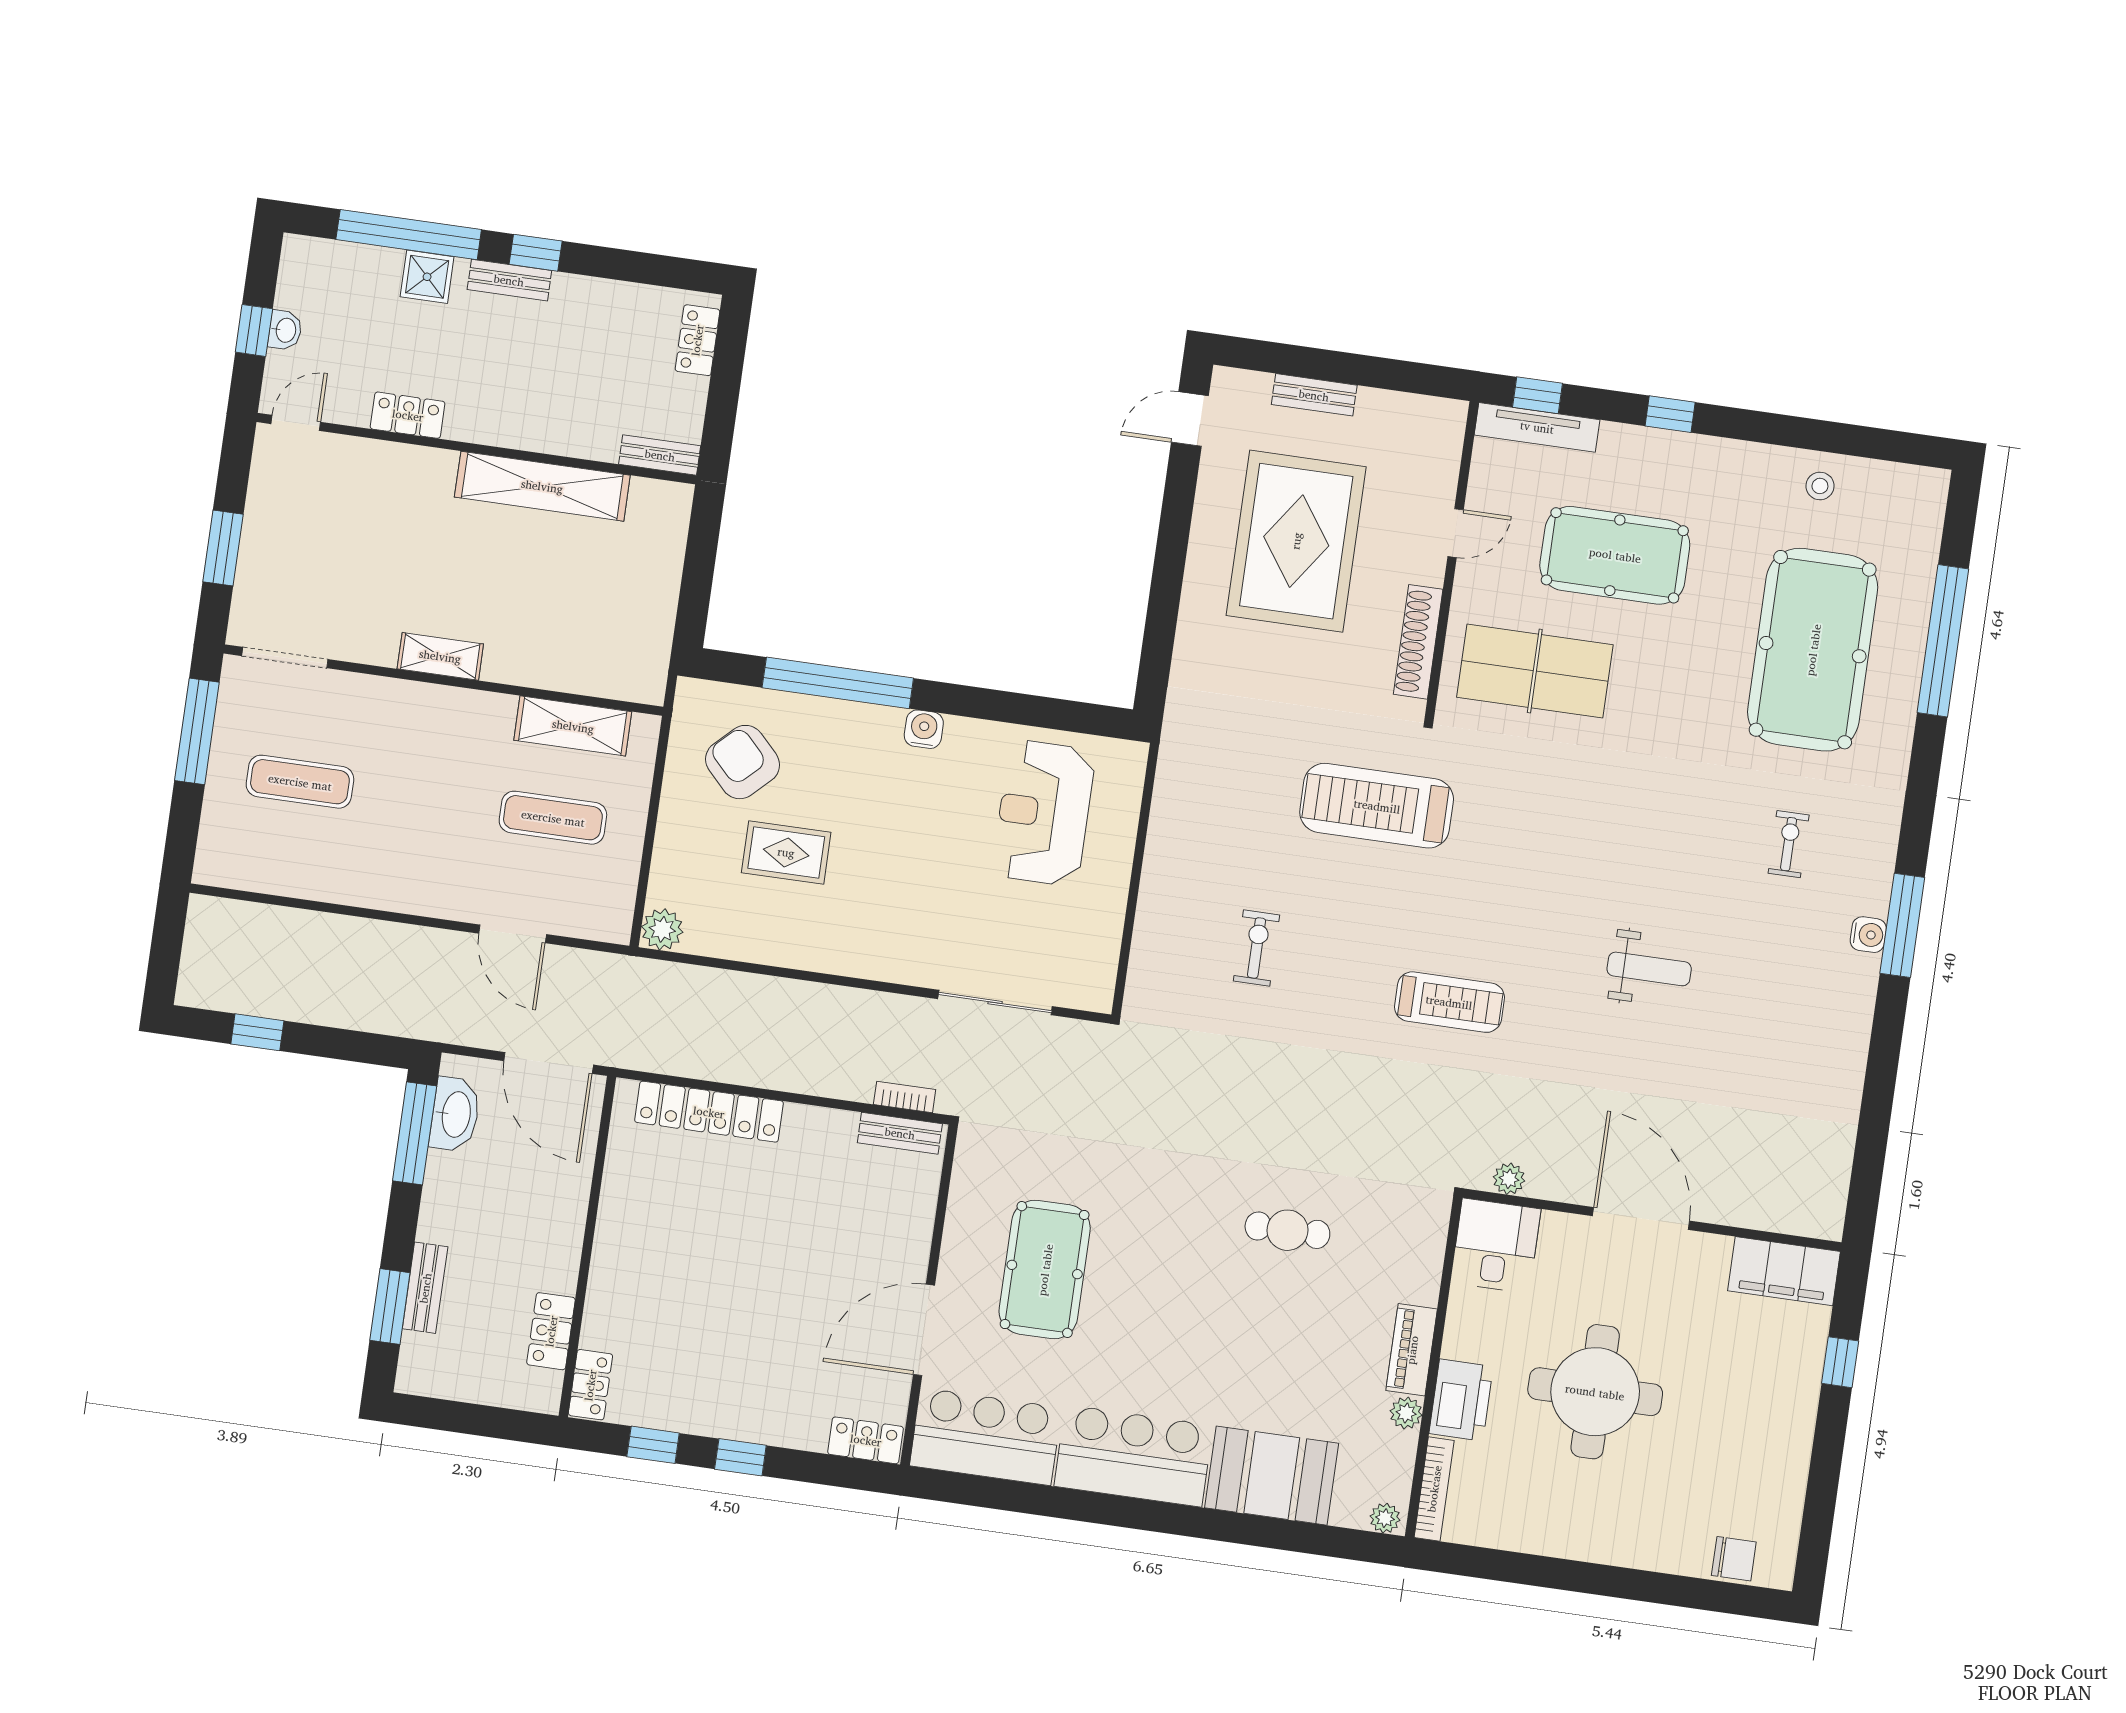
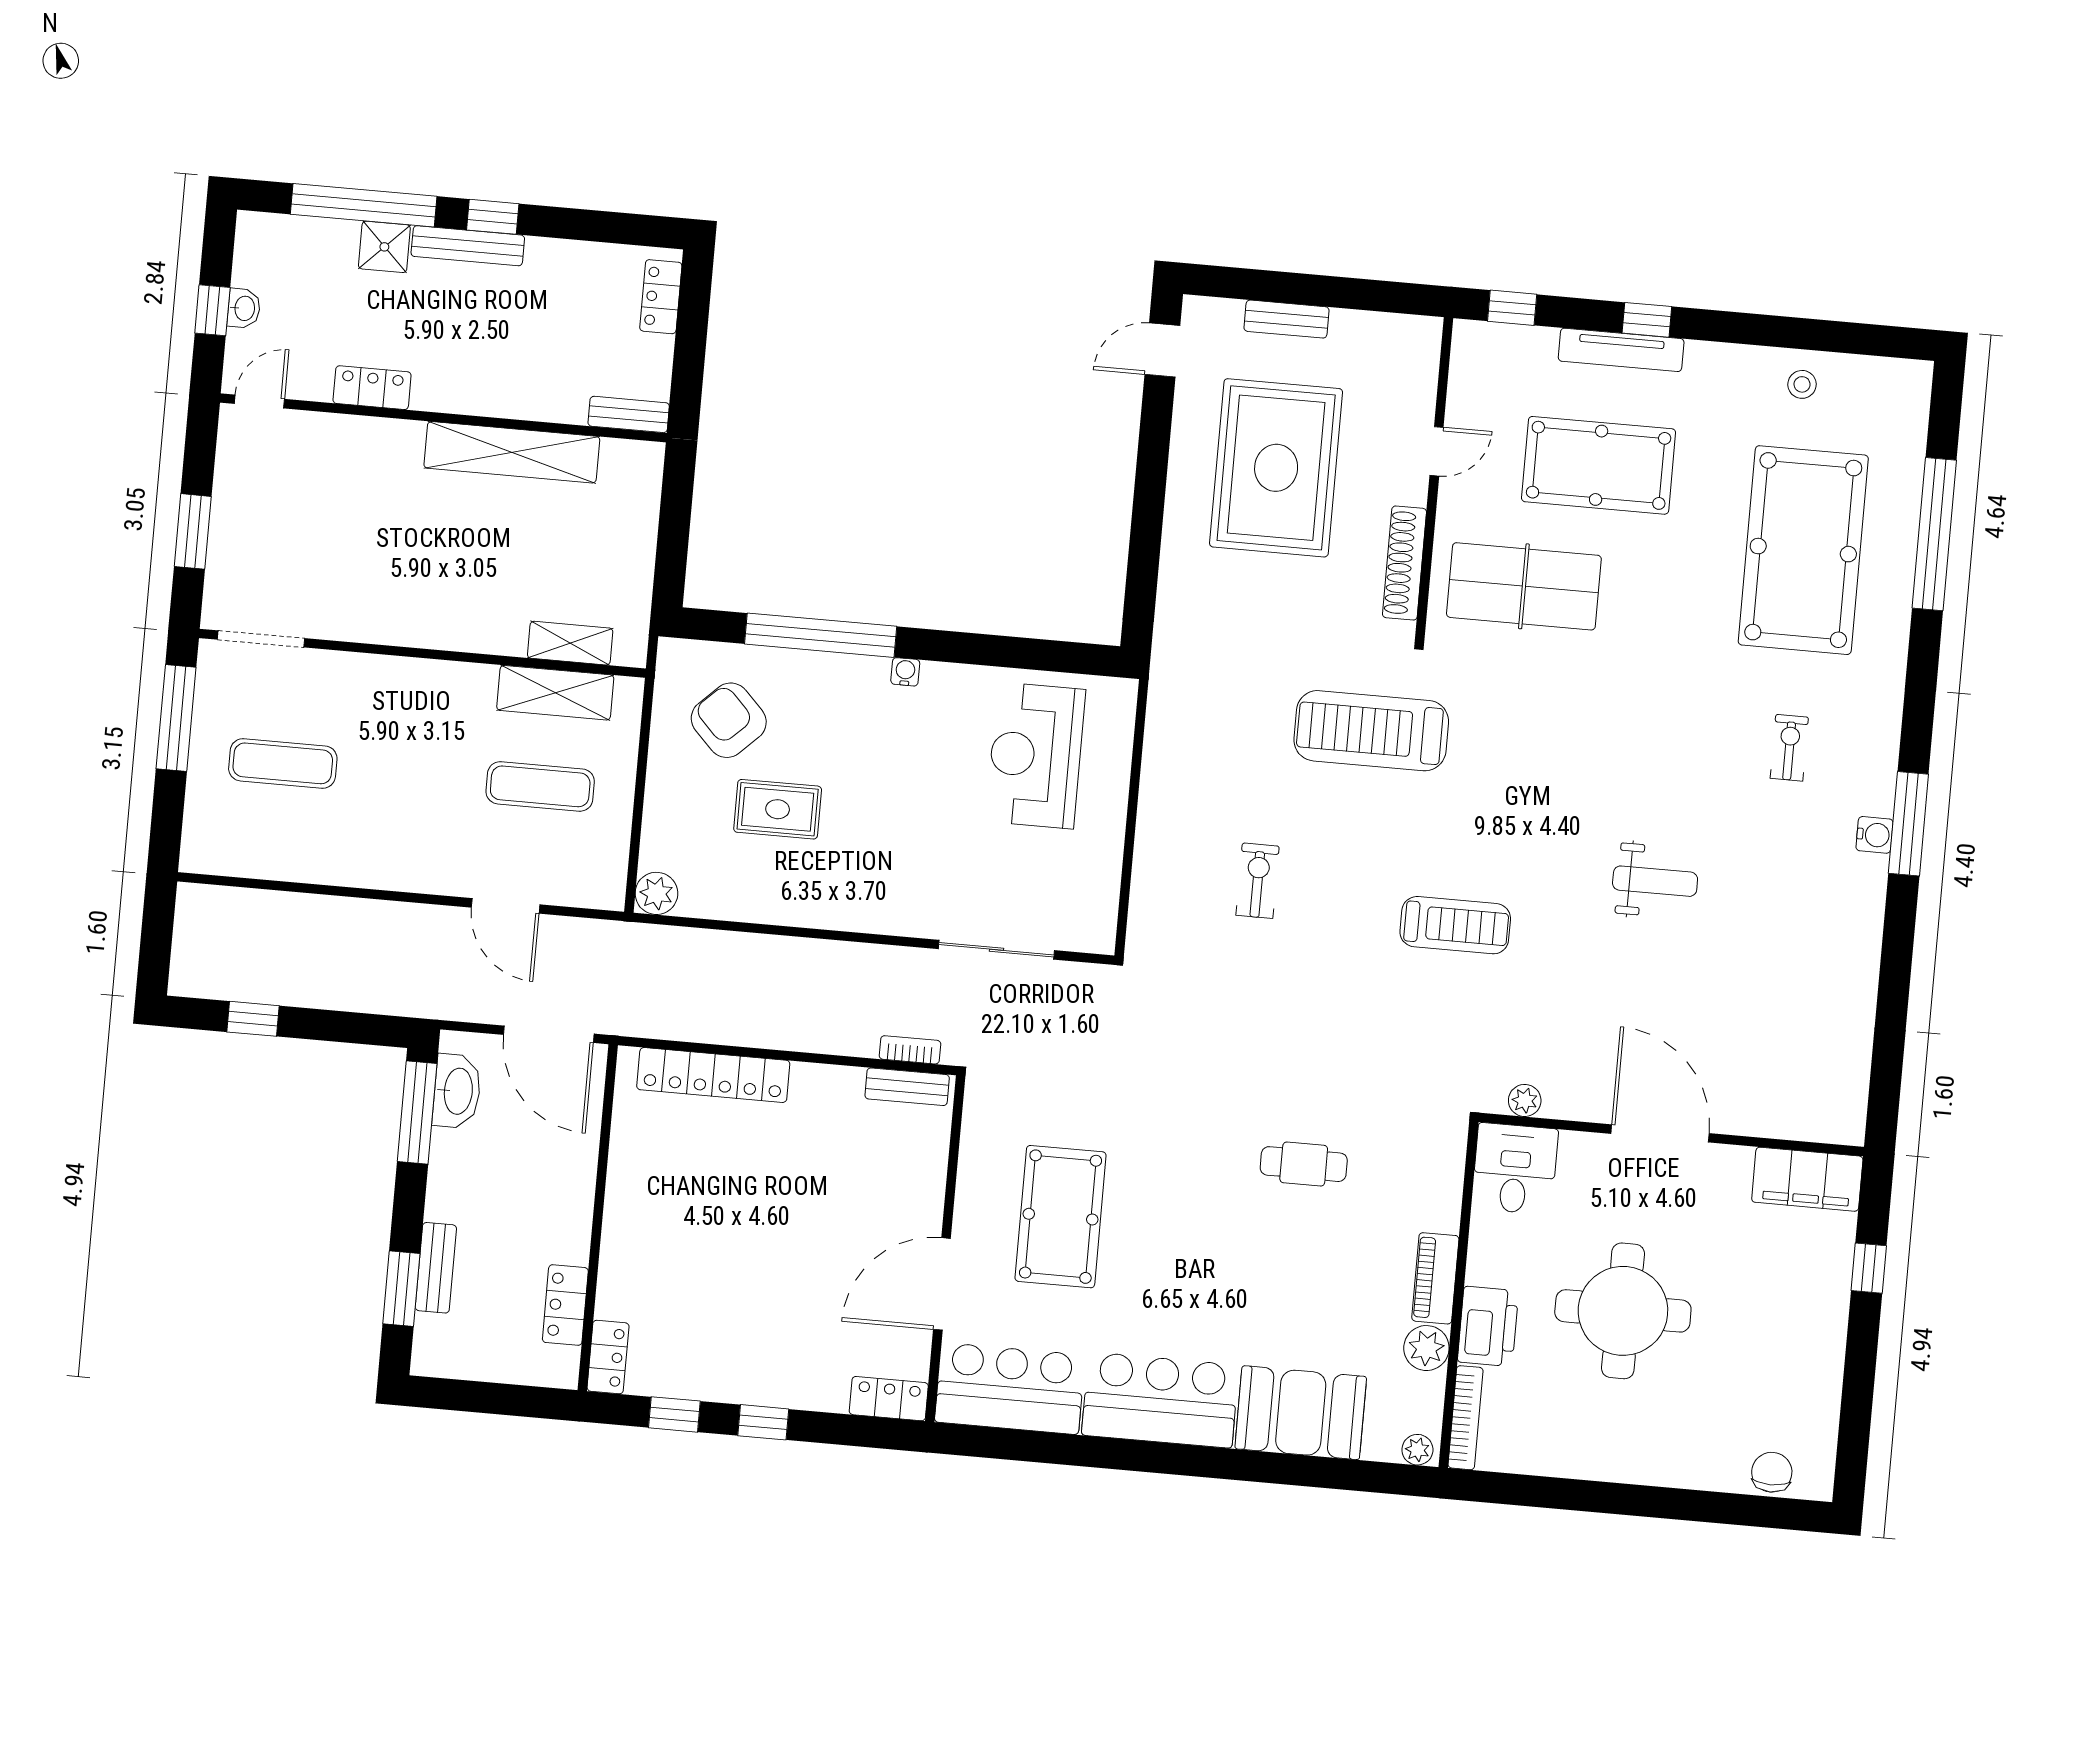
bench: (509, 280) -> (468, 246), width x1.36
tv unit: (1537, 427) -> (1621, 350), moved
shelving: (440, 656) -> (570, 643), moved
water cooler: (924, 729) -> (905, 672), width x0.72, depth x0.72
plant: (1406, 1413) -> (1426, 1348), width x1.38, depth x1.38
chair: (1734, 1559) -> (1772, 1472), turned -90

